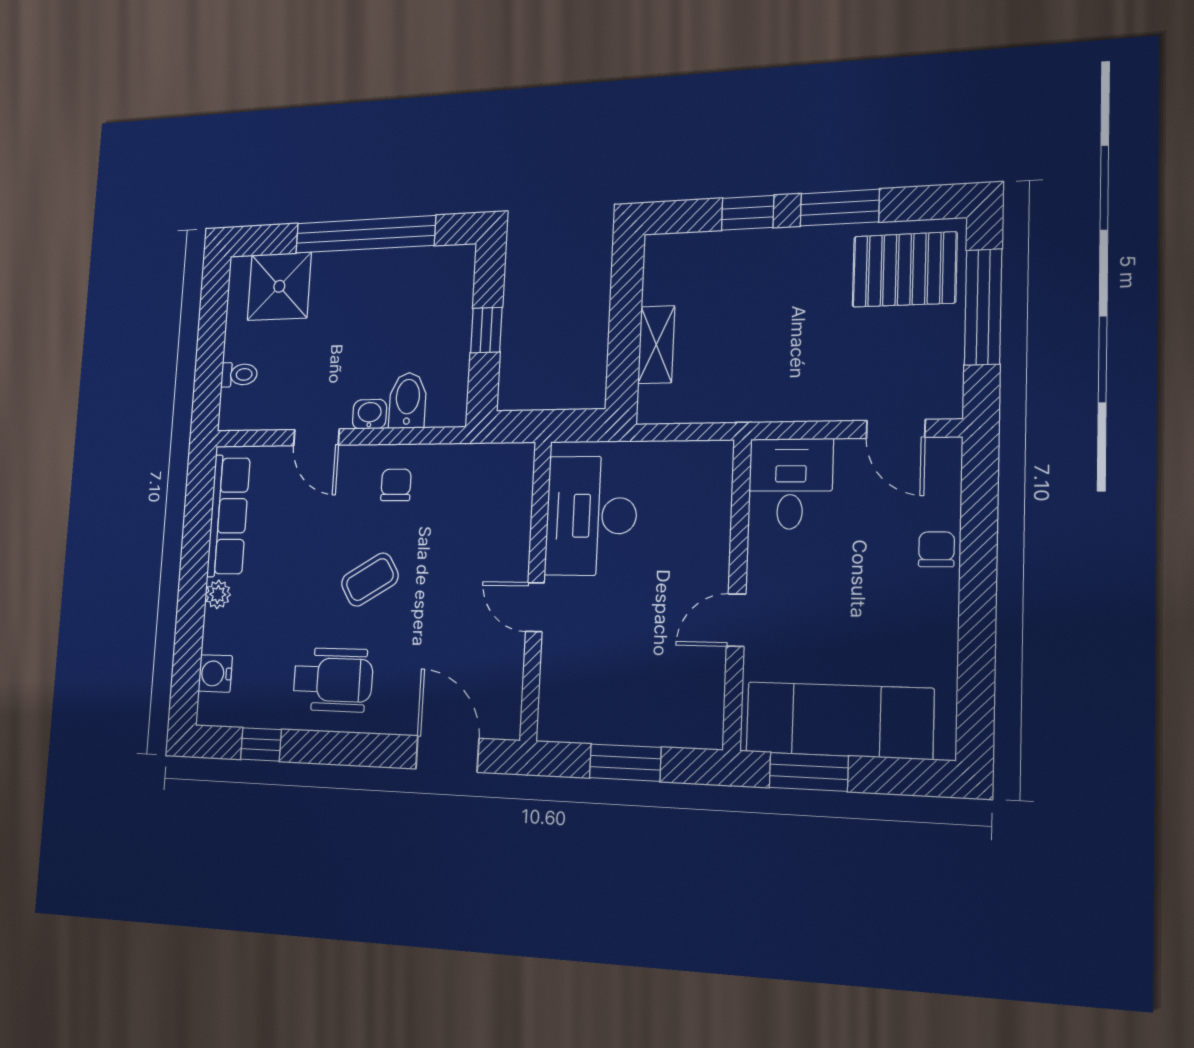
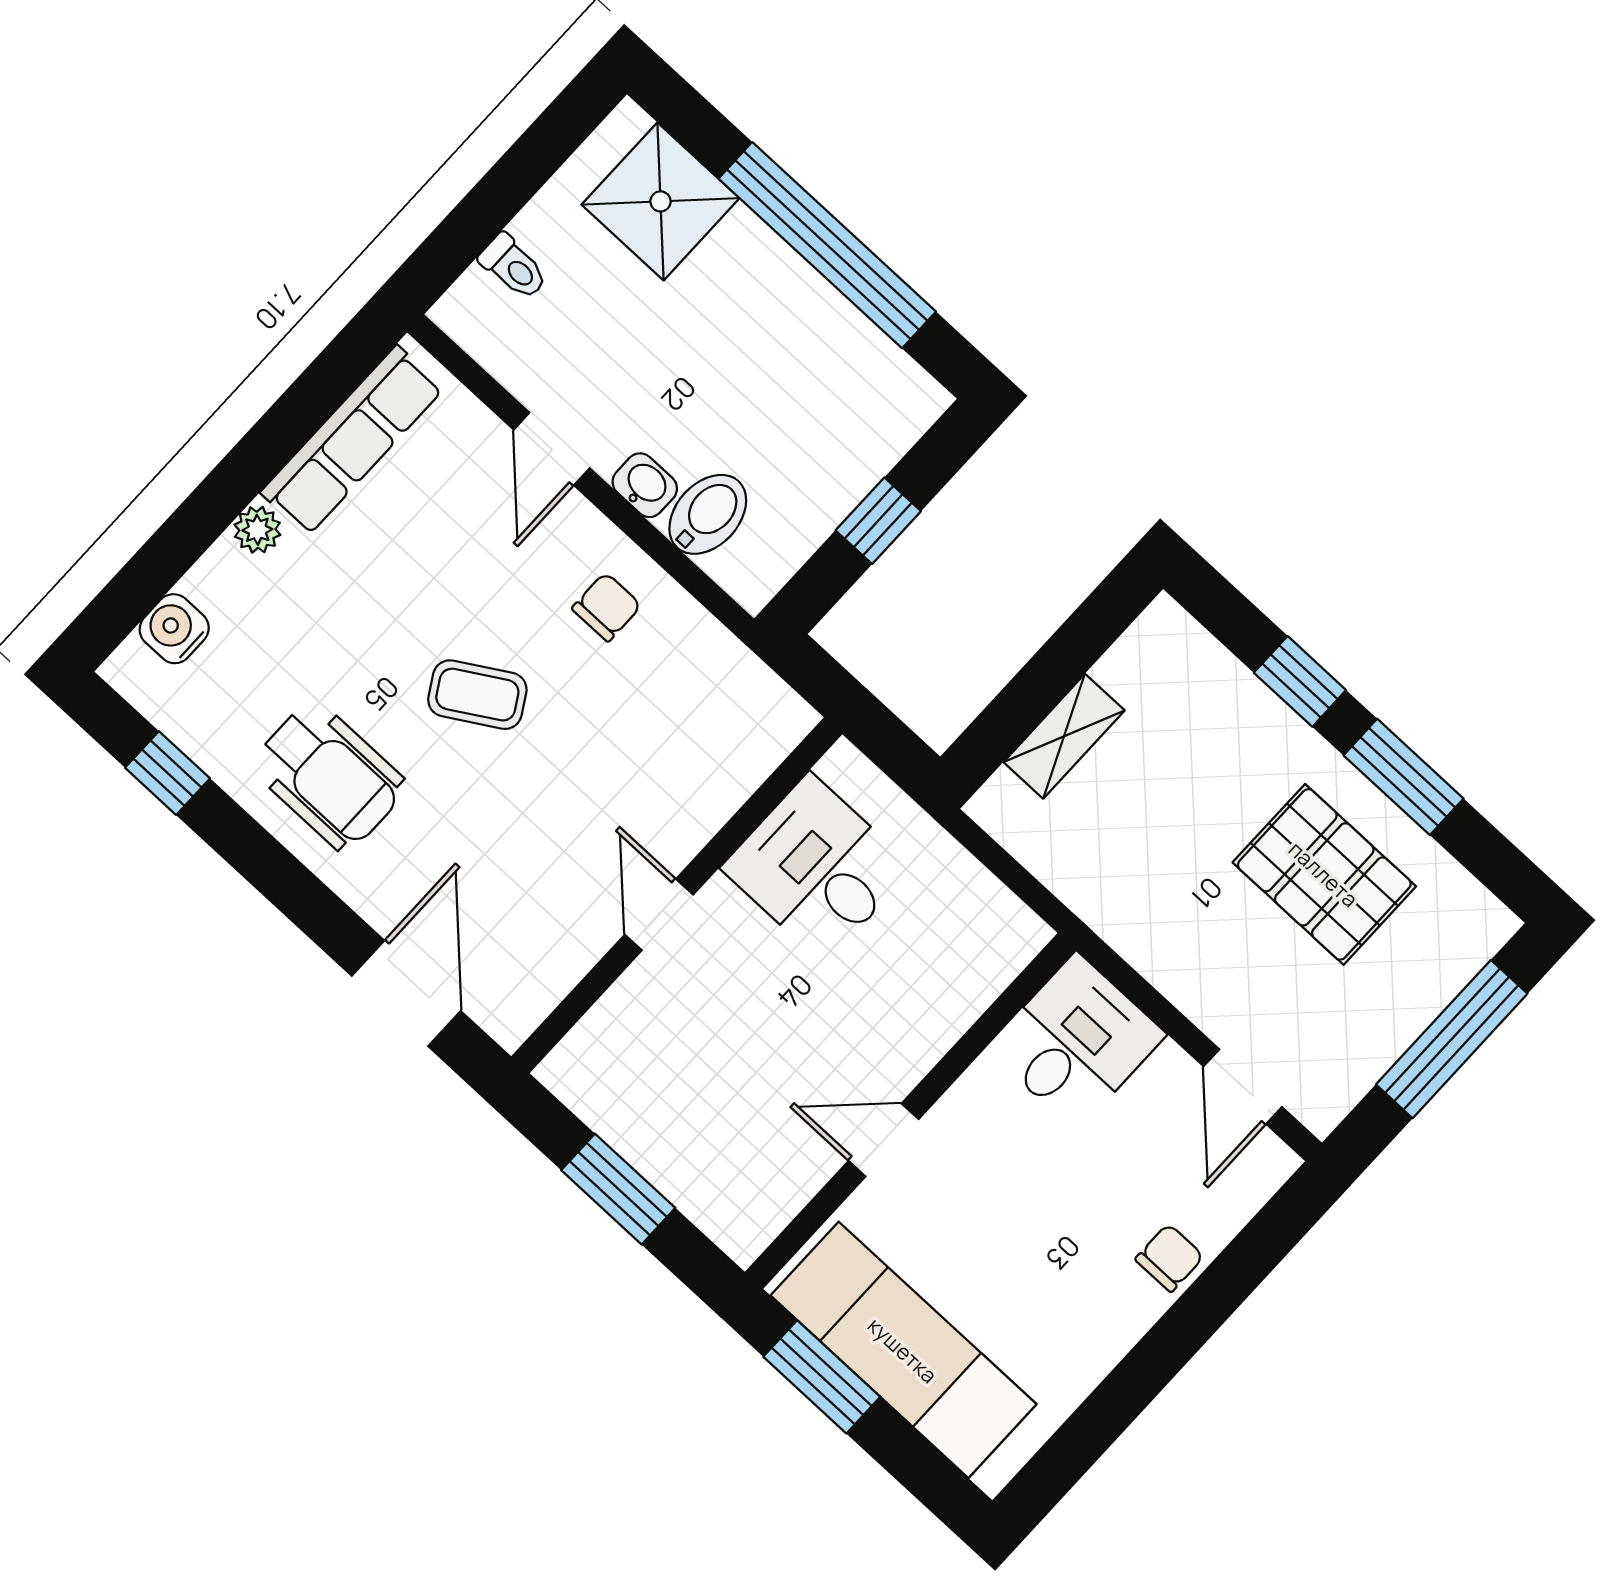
pallet: (904, 269) -> (1324, 874), moved
desk: (591, 516) -> (817, 868), width x0.73

